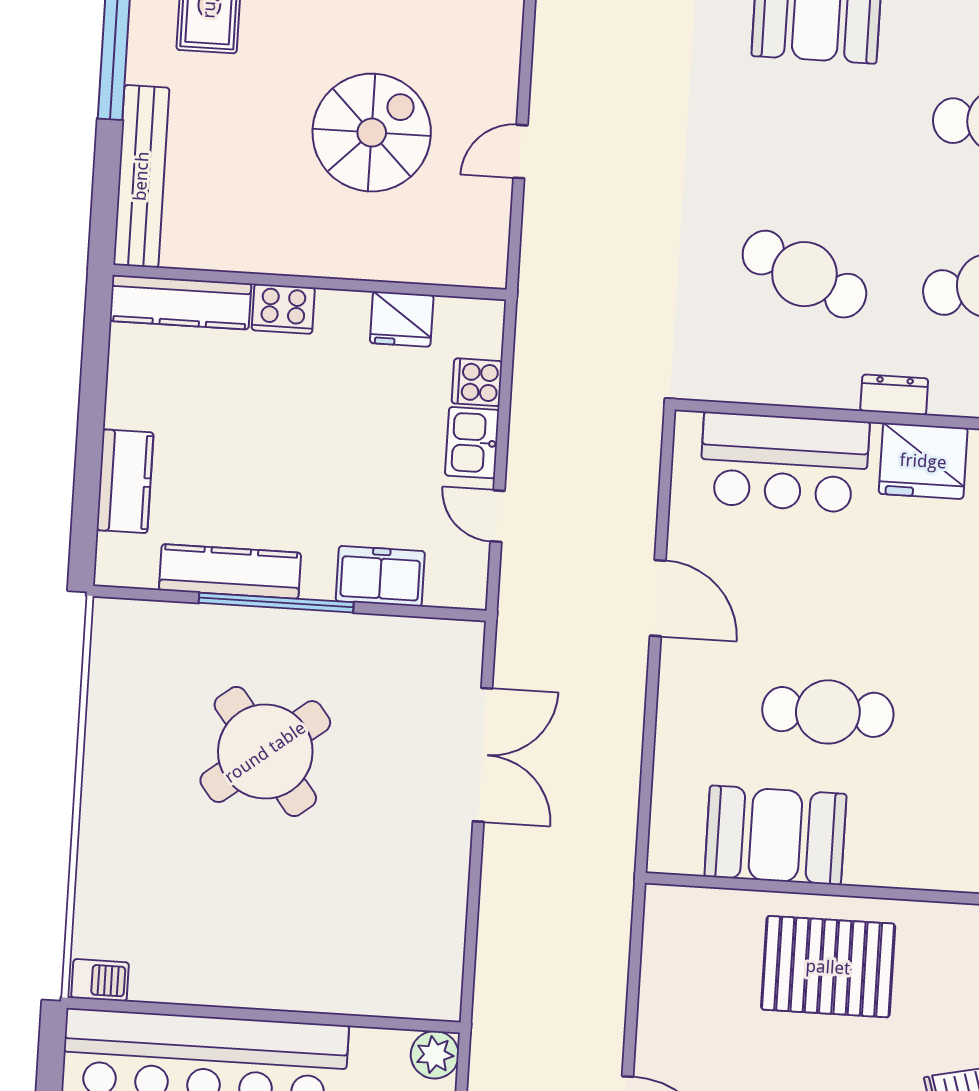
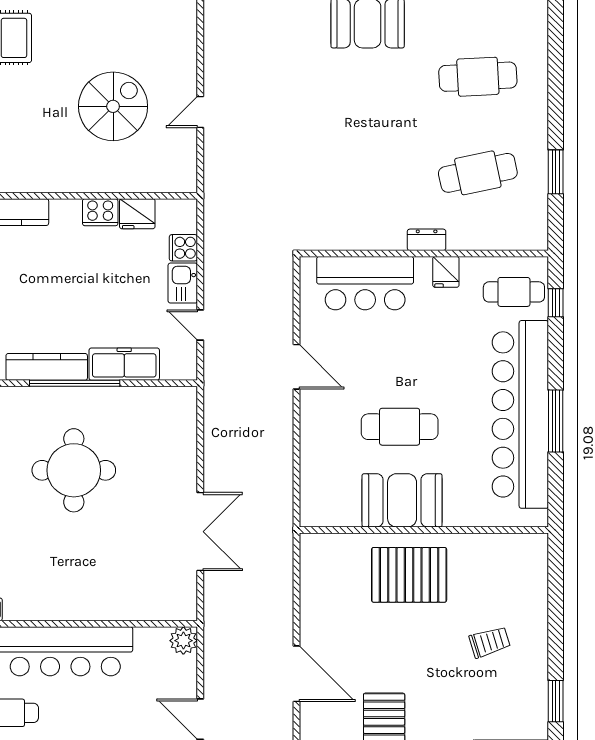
cafe table: (804, 274) -> (370, 173), removed
cooker: (283, 309) -> (100, 212), moved
fridge: (923, 461) -> (446, 272), width x0.53, depth x0.75
freezer: (380, 576) -> (124, 364), width x1.40
round table: (265, 752) -> (74, 470), turned 38
double door: (483, 755) -> (200, 532), moved
booth: (775, 835) -> (402, 500), moved

